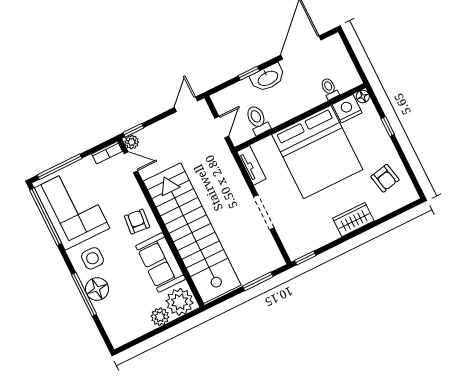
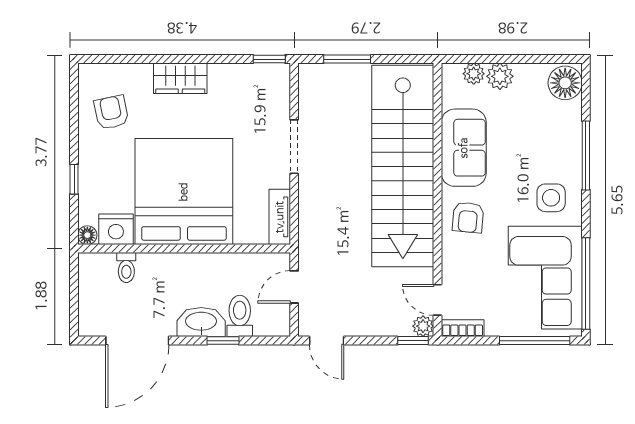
door: (186, 104) -> (327, 341), hinge flipped
toilet: (258, 120) -> (240, 316), moved, turned 180
floor lamp: (97, 289) -> (565, 83), moved
plant: (180, 302) -> (474, 74), width x0.53, depth x0.53

